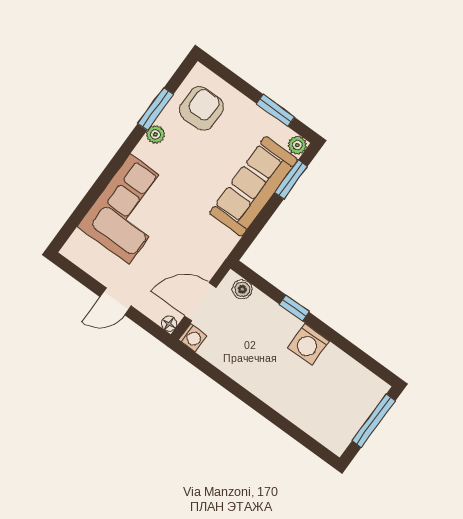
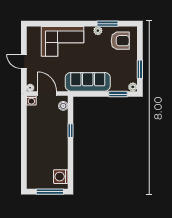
sofa: (253, 186) -> (88, 82), moved
washing machine: (308, 344) -> (61, 177), moved

